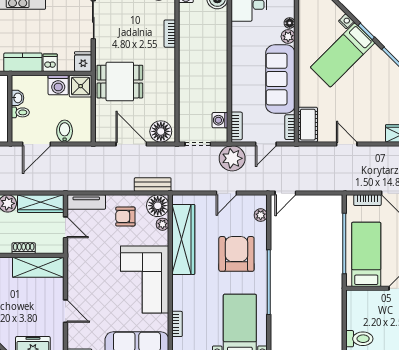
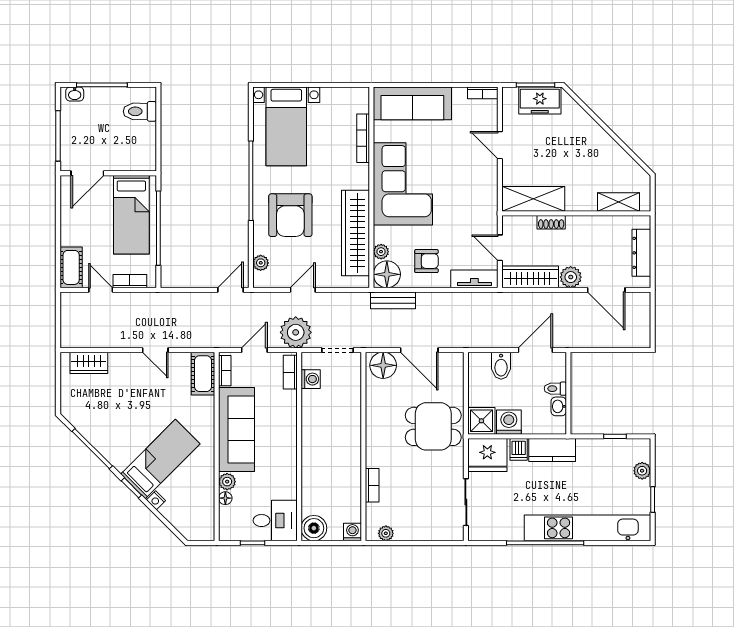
fridge: (83, 62) -> (487, 455), width x1.88, depth x1.34
bookcase: (177, 324) -> (363, 138), width x1.56

